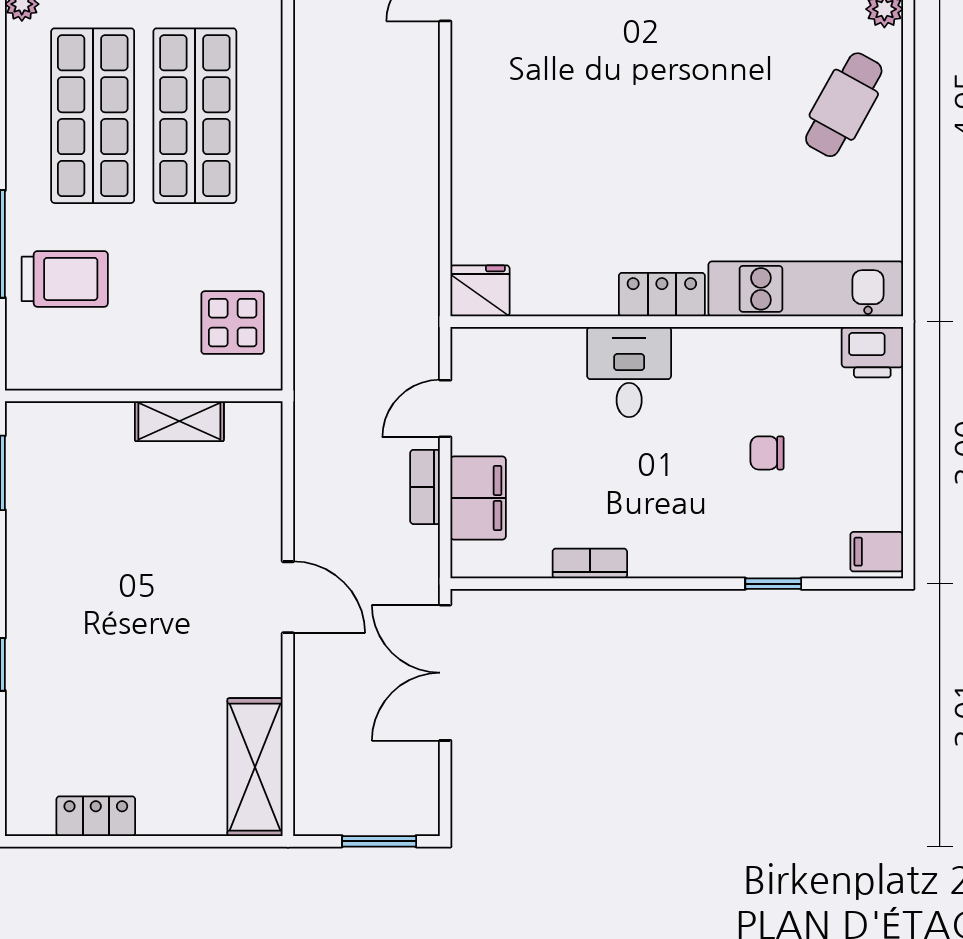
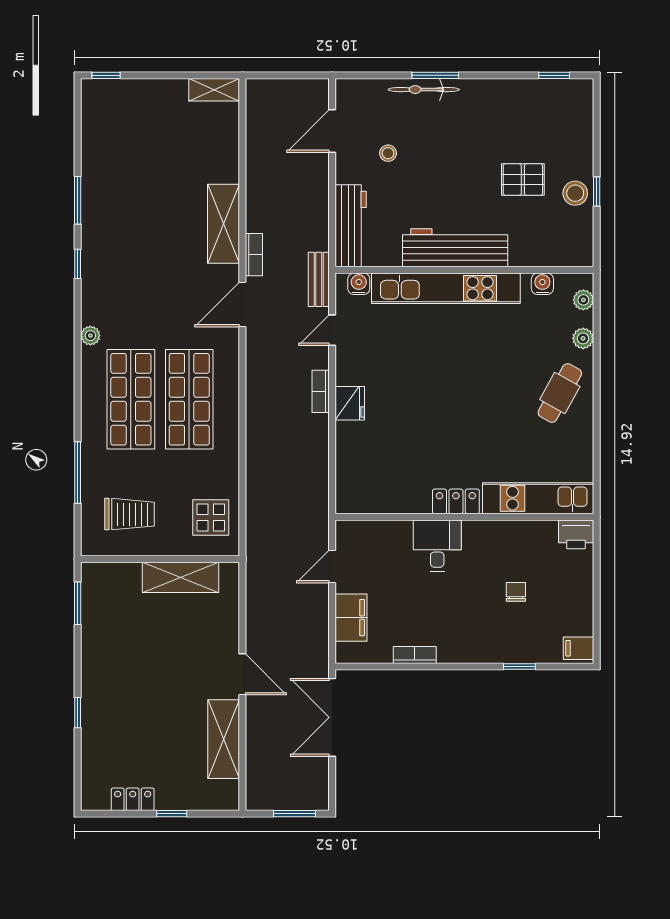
trolley: (65, 279) -> (129, 514), moved
fridge: (480, 291) -> (350, 403), moved, turned 90
shelving: (179, 421) -> (180, 577), width x1.50, depth x1.33
chair: (767, 453) -> (516, 592), turned 90
bookcase: (425, 487) -> (321, 391), moved
shelving: (255, 767) -> (224, 739), moved
window: (164, 841) -> (172, 814), added

